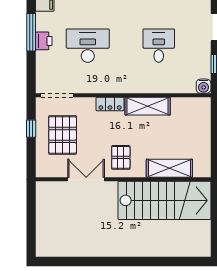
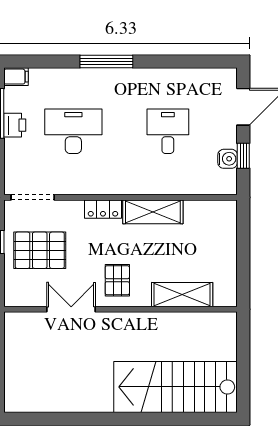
water cooler: (204, 86) -> (228, 159), moved, turned -90
pallet: (63, 135) -> (40, 250), turned 90
stairs: (164, 200) -> (176, 387), moved, turned 180

